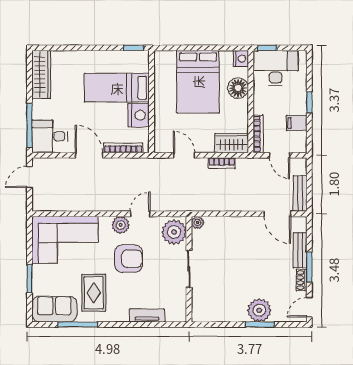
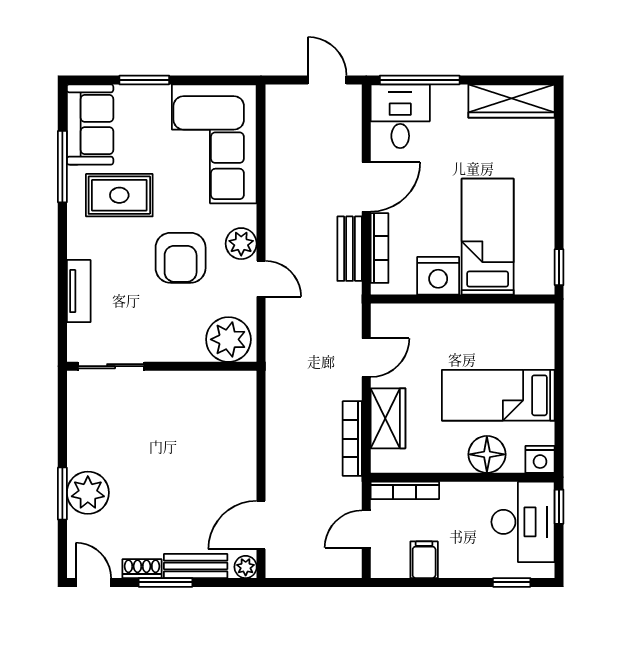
bed: (198, 82) -> (498, 395), width x0.67
window: (309, 102) -> (512, 582), moved
wardrobe: (232, 143) -> (388, 418), moved
bookcase: (222, 163) -> (352, 439), width x1.56
bench: (300, 193) -> (350, 249), moved, turned 90
plant: (198, 222) -> (246, 567), moved
sliding door: (189, 269) -> (111, 366), moved

